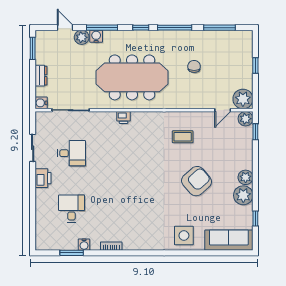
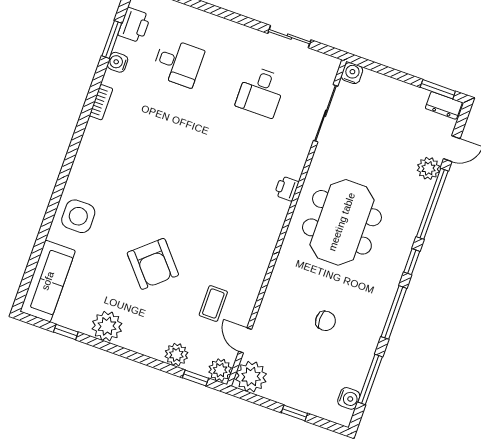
window: (102, 28) -> (432, 204), width x1.46
water cooler: (96, 36) -> (349, 398), moved
dresser: (41, 76) -> (444, 105), moved
meeting table: (132, 77) -> (342, 222), width x0.73
coffee table: (183, 137) -> (213, 304), moved
plant: (246, 177) -> (176, 355), moved
printer: (43, 178) -> (134, 25), moved, turned -90

